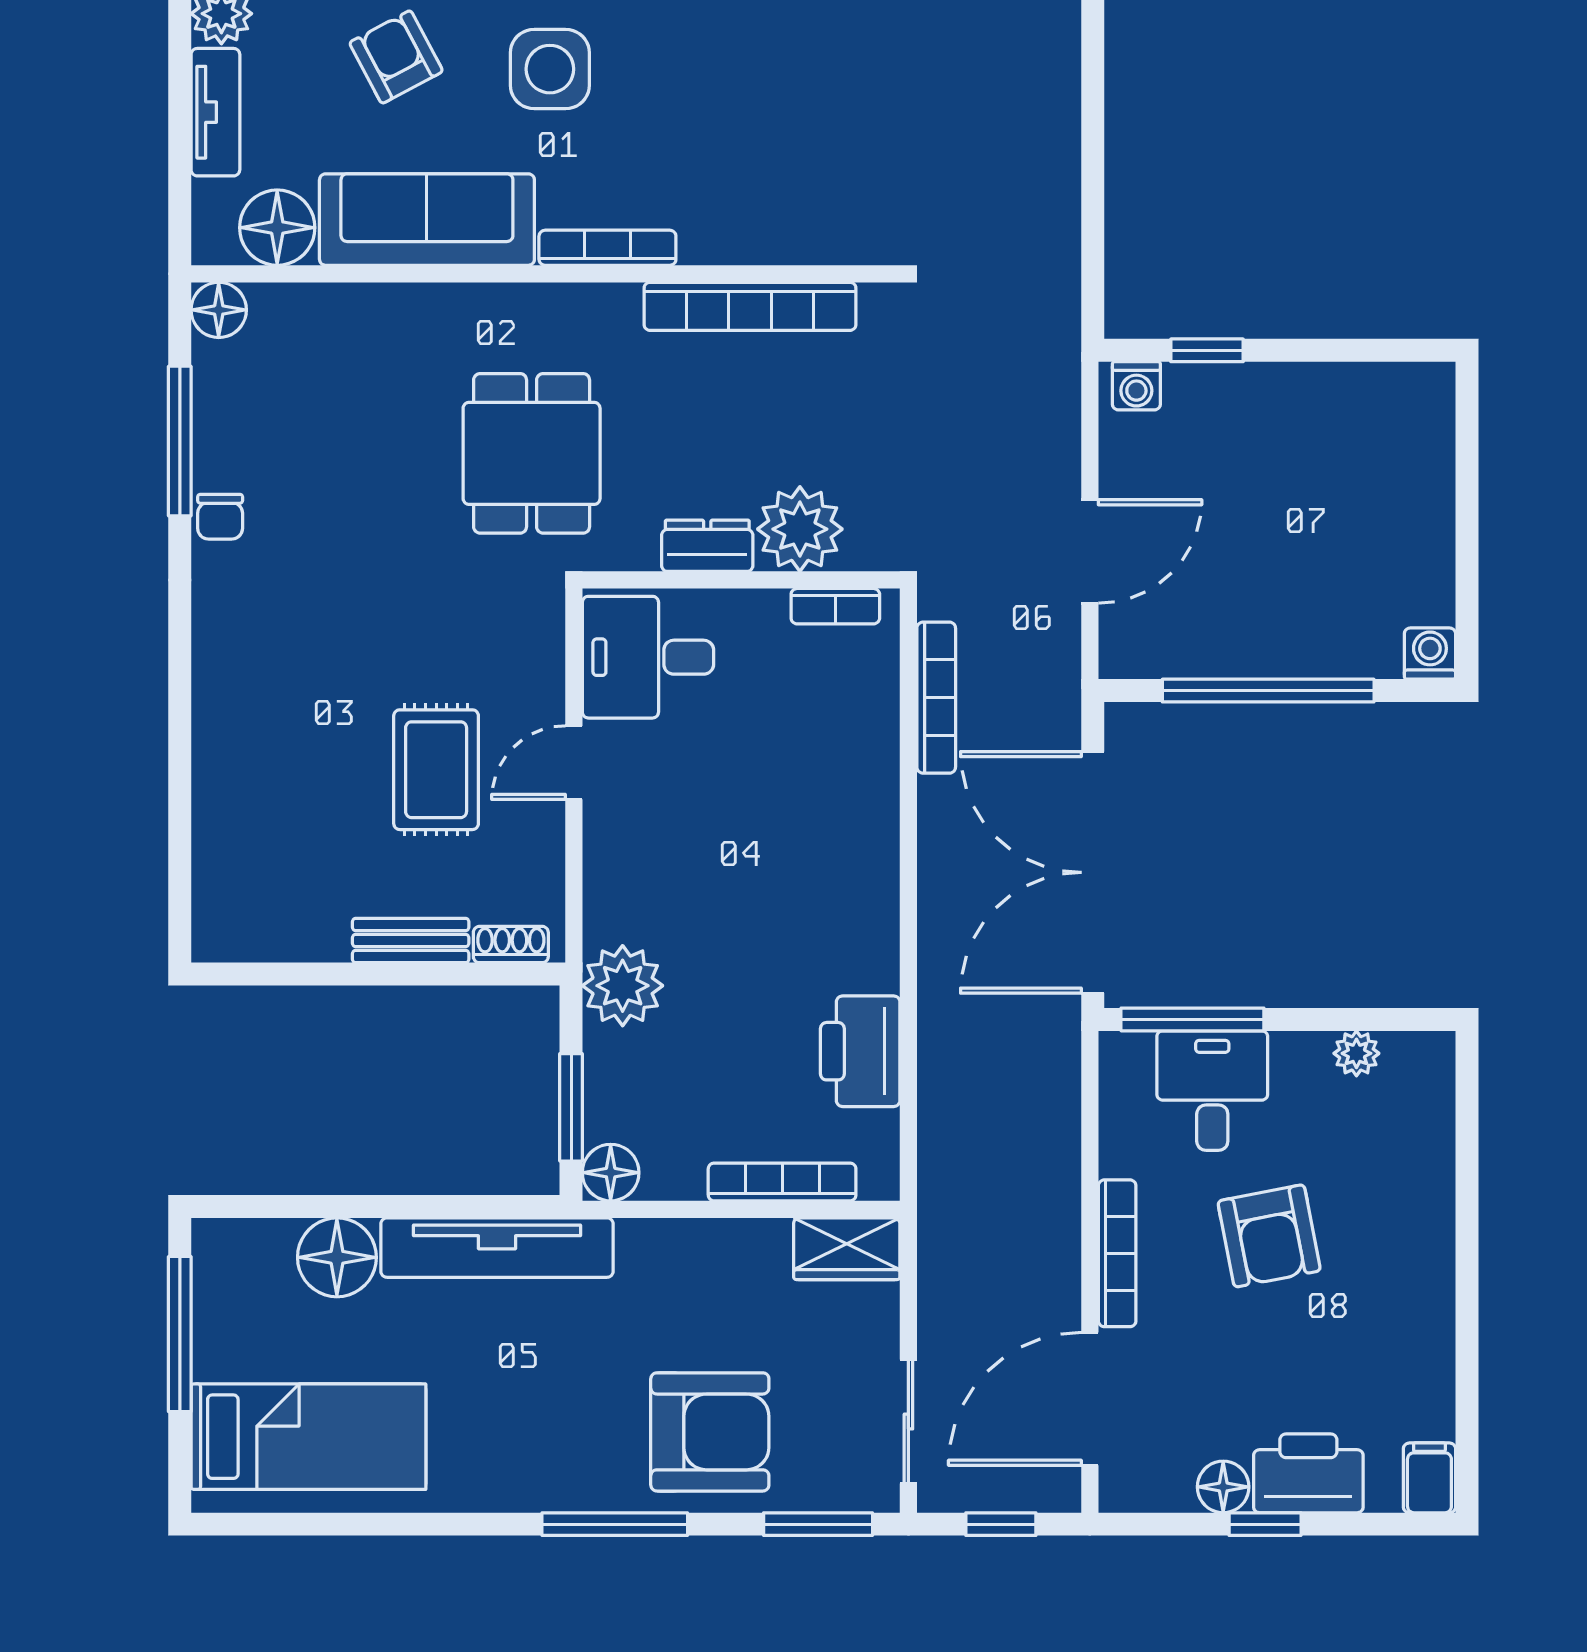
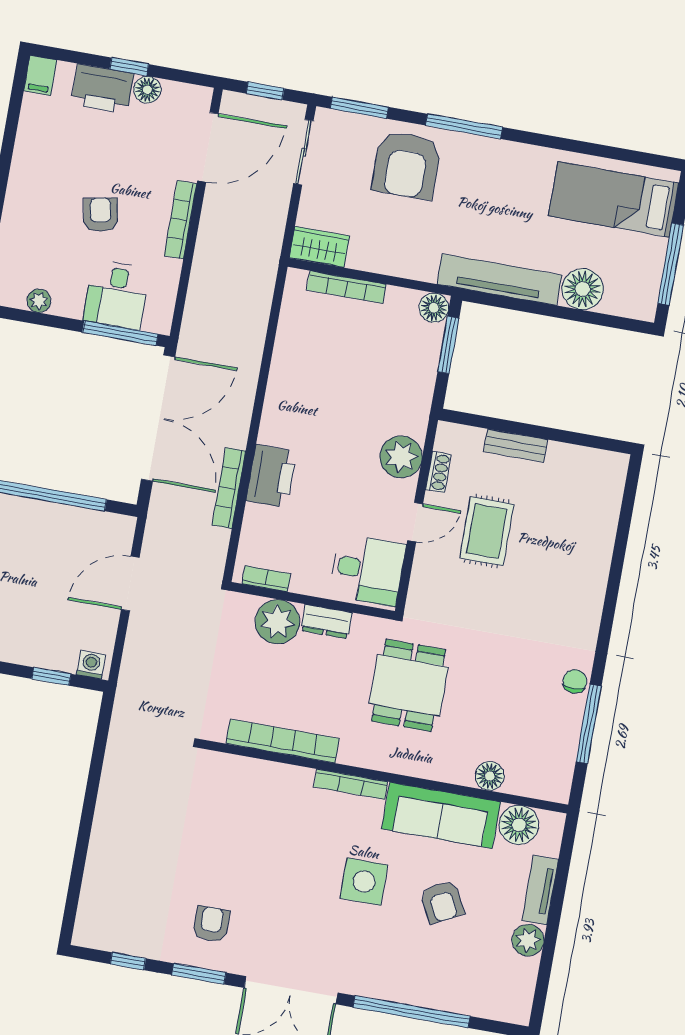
floor lamp: (219, 310) -> (490, 776), moved
bookcase: (936, 698) -> (229, 488), moved
shoe rack: (511, 945) -> (438, 472), moved, turned -90
plant: (623, 986) -> (401, 457), moved
printer: (860, 1051) -> (271, 476), moved
armchair: (1269, 1236) -> (101, 215), width x0.72, depth x0.72
armchair: (710, 1432) -> (407, 165), turned -90

